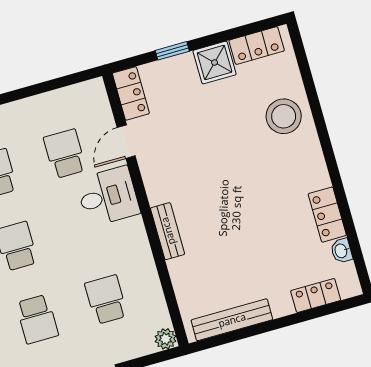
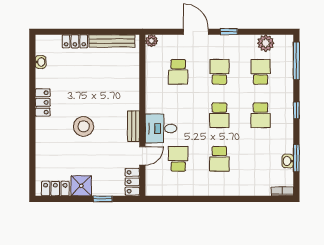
stool: (284, 116) -> (84, 126), moved
school desk: (65, 154) -> (178, 159), turned 180
locker: (327, 215) -> (43, 102), moved
bench: (168, 231) -> (134, 126), moved
locker: (316, 296) -> (75, 41), moved

